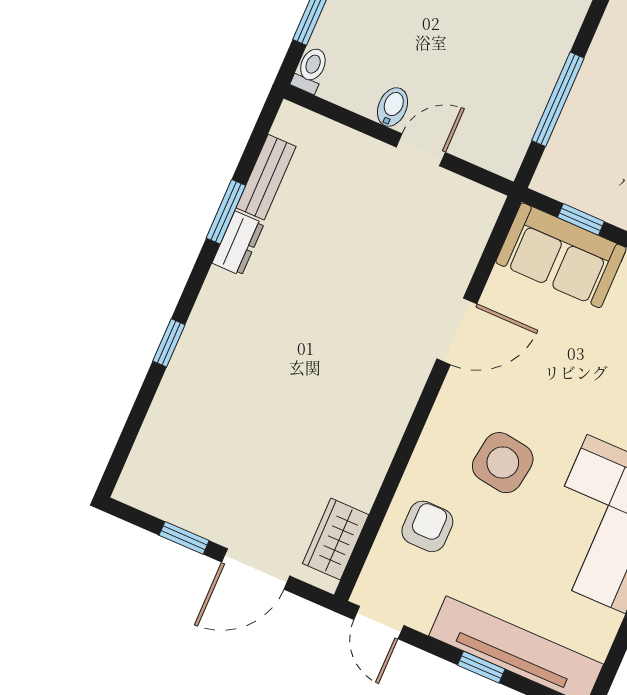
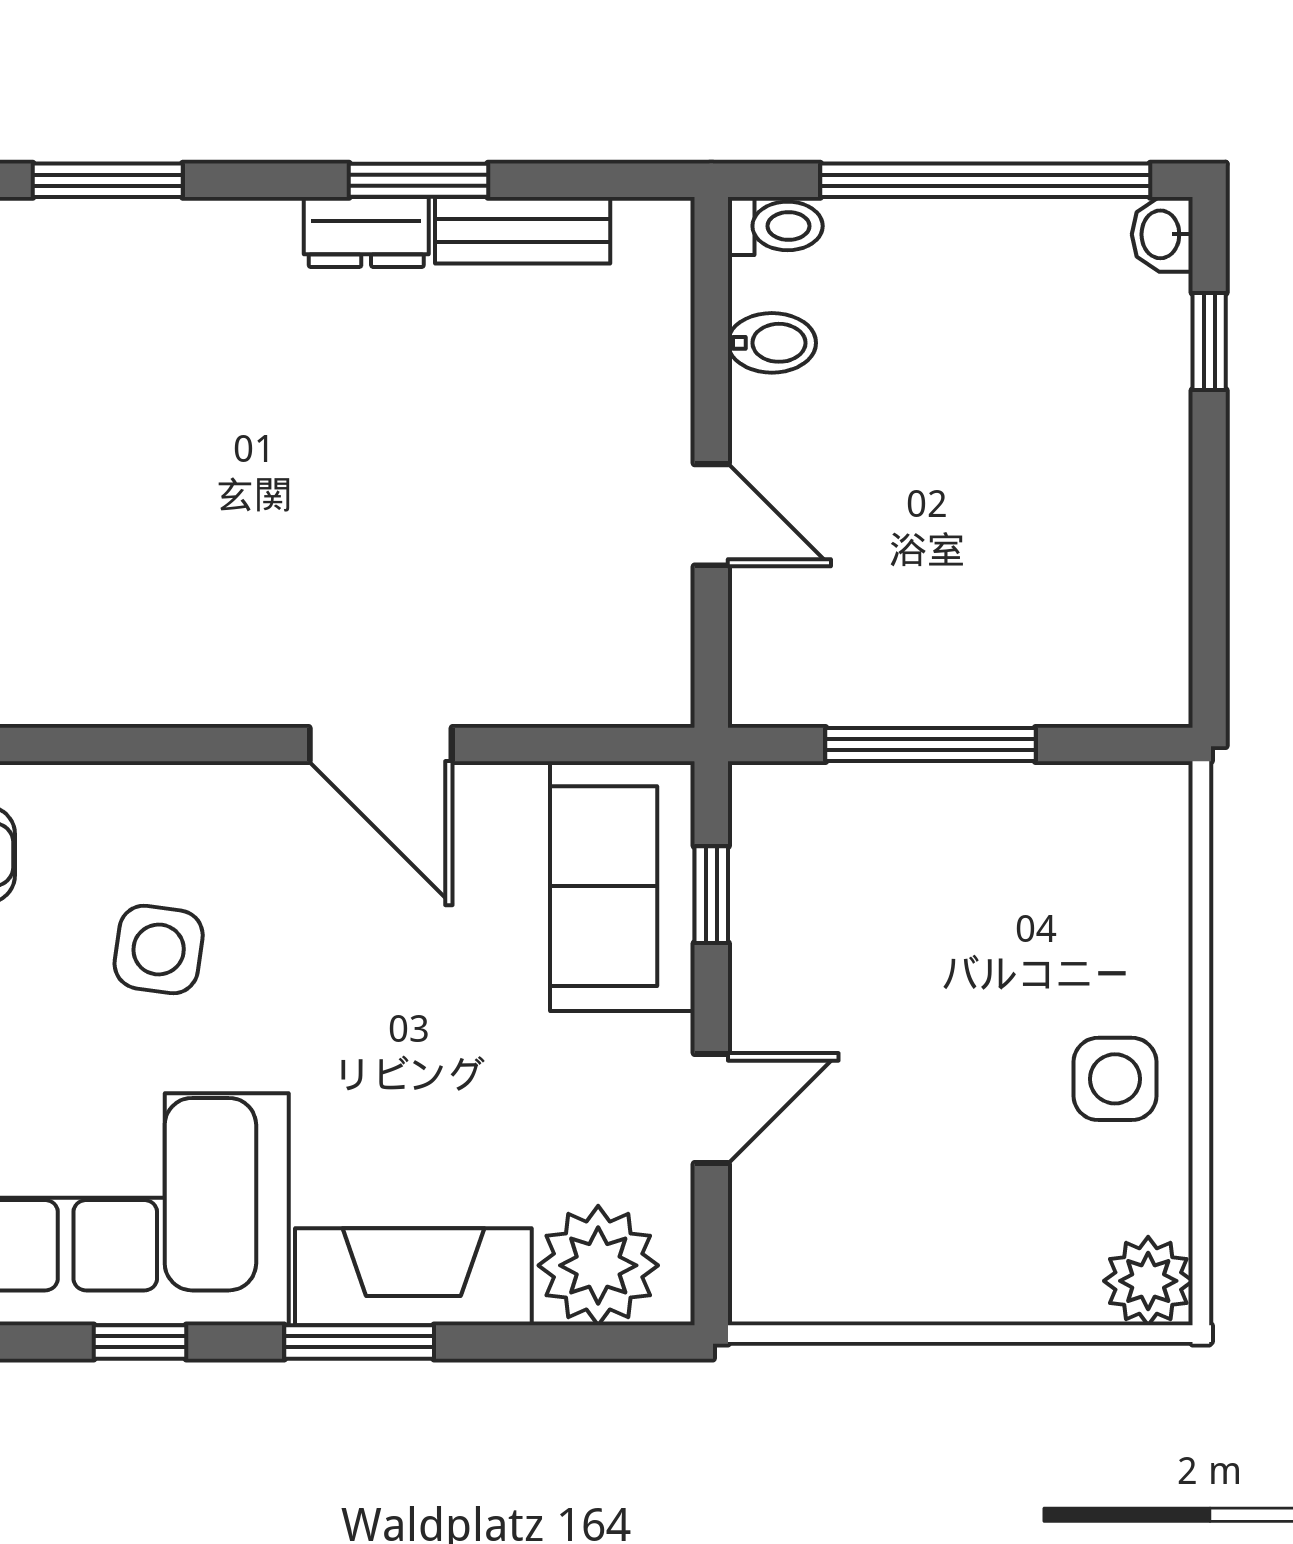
bidet: (392, 107) -> (772, 343), moved
window: (169, 343) -> (108, 180), width x1.50
side table: (503, 463) -> (159, 949), width x0.73, depth x0.73

